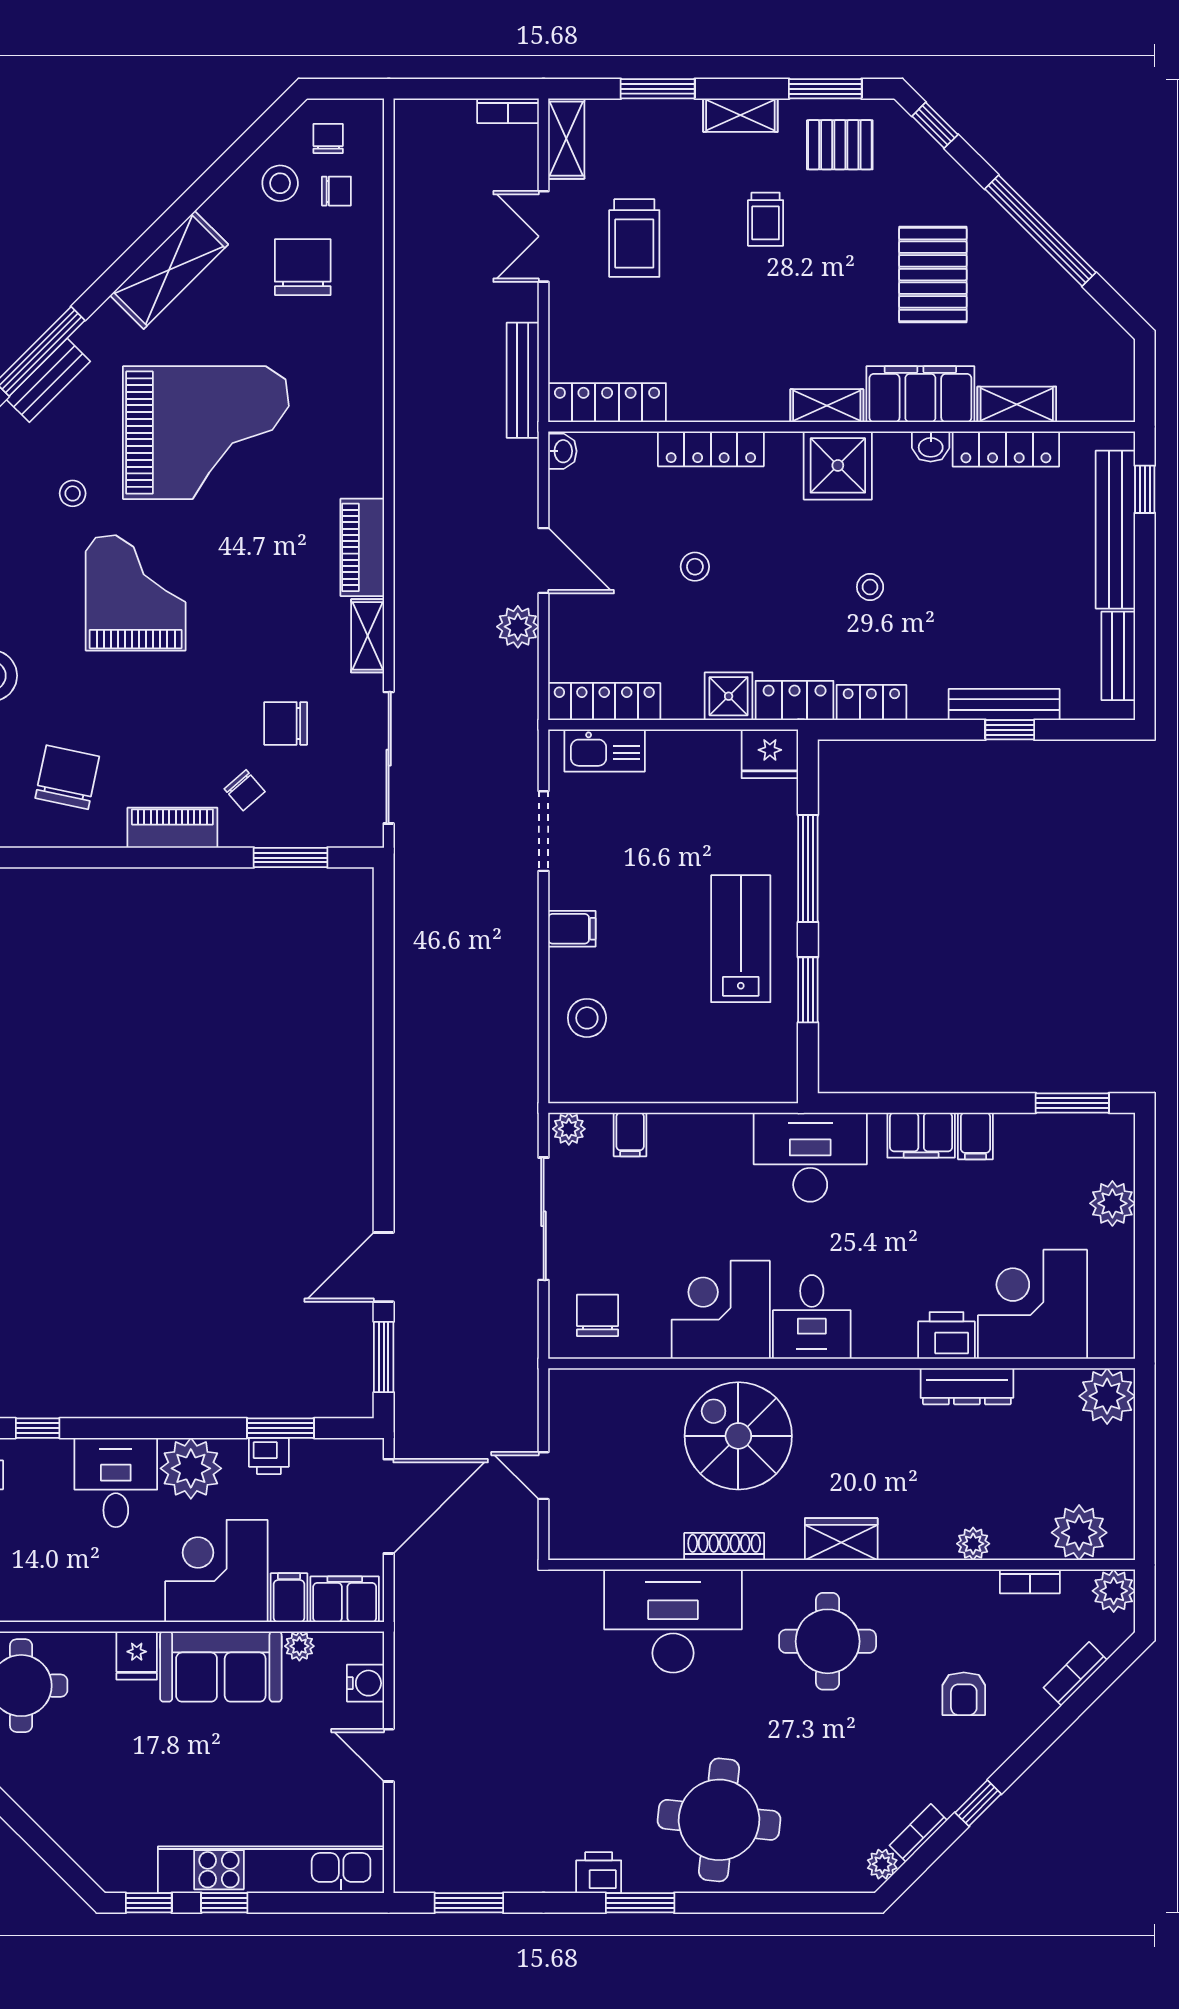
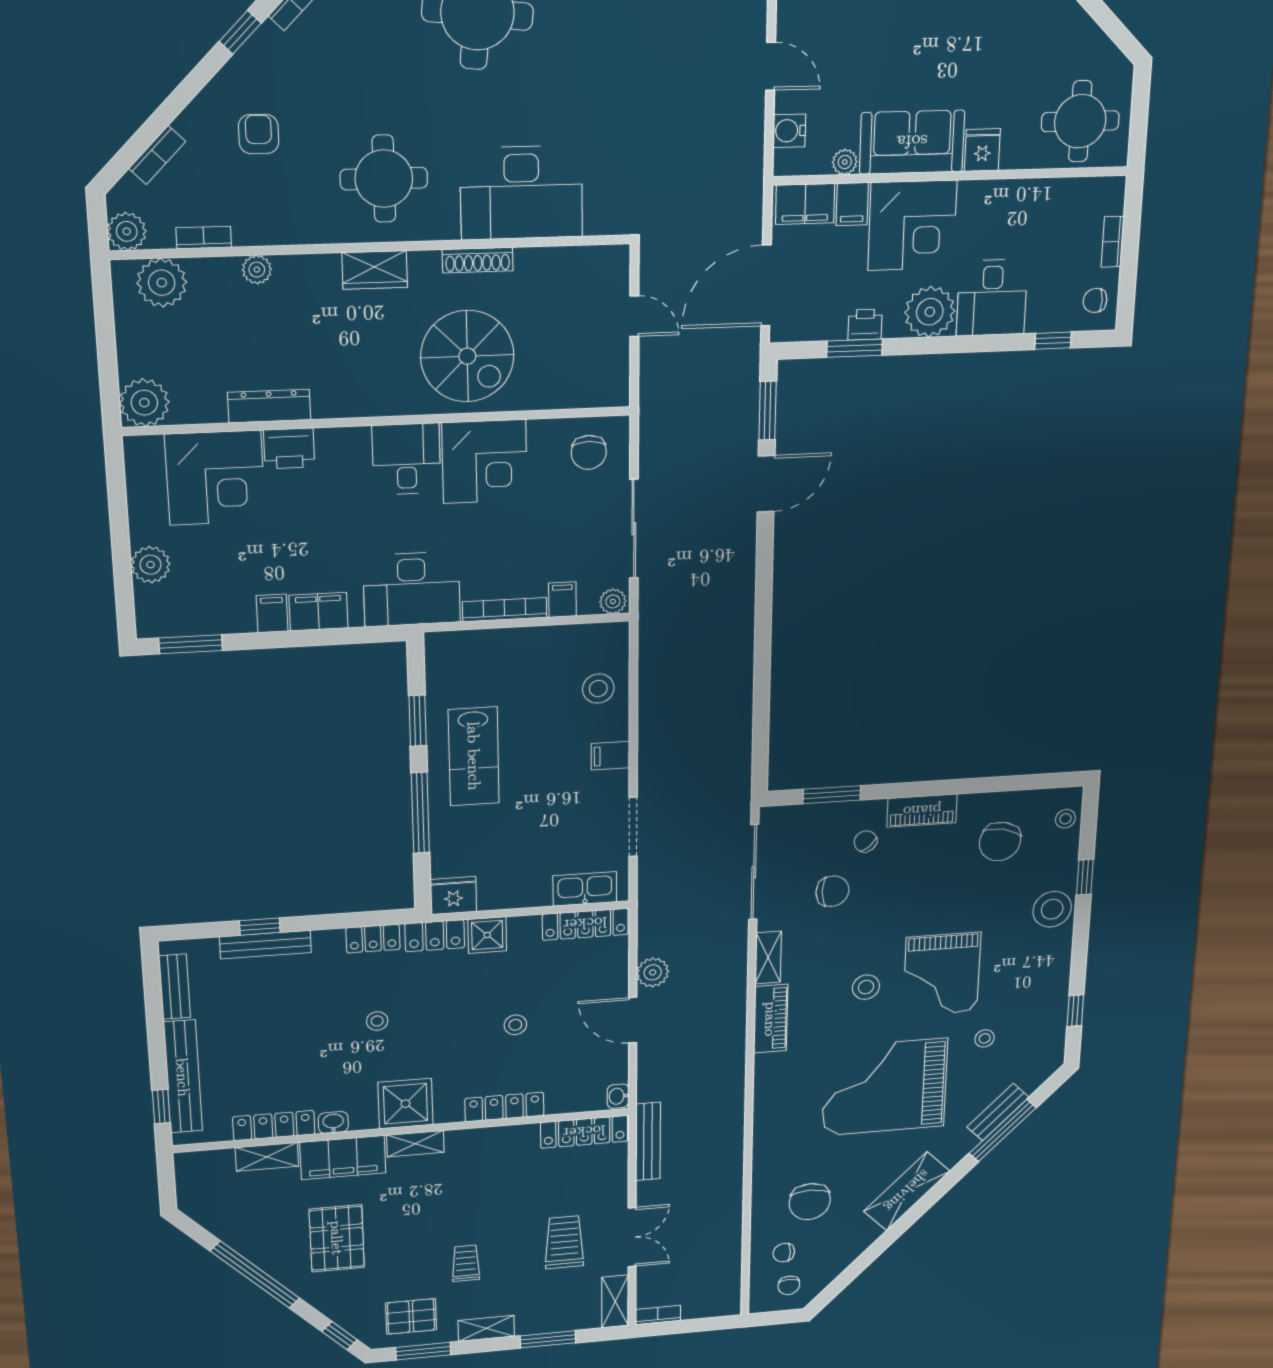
stool: (280, 183) -> (866, 987), moved
bookcase: (700, 1126) -> (505, 610), added

